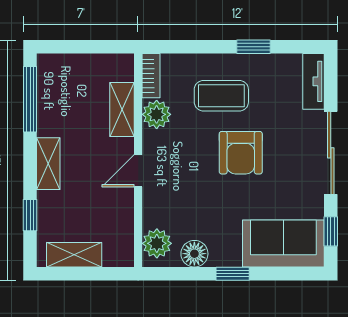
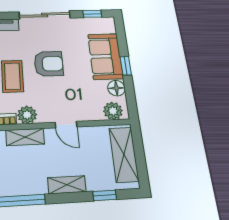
sofa: (283, 243) -> (105, 56), moved
shelving: (74, 255) -> (124, 154), width x1.50, depth x1.33

